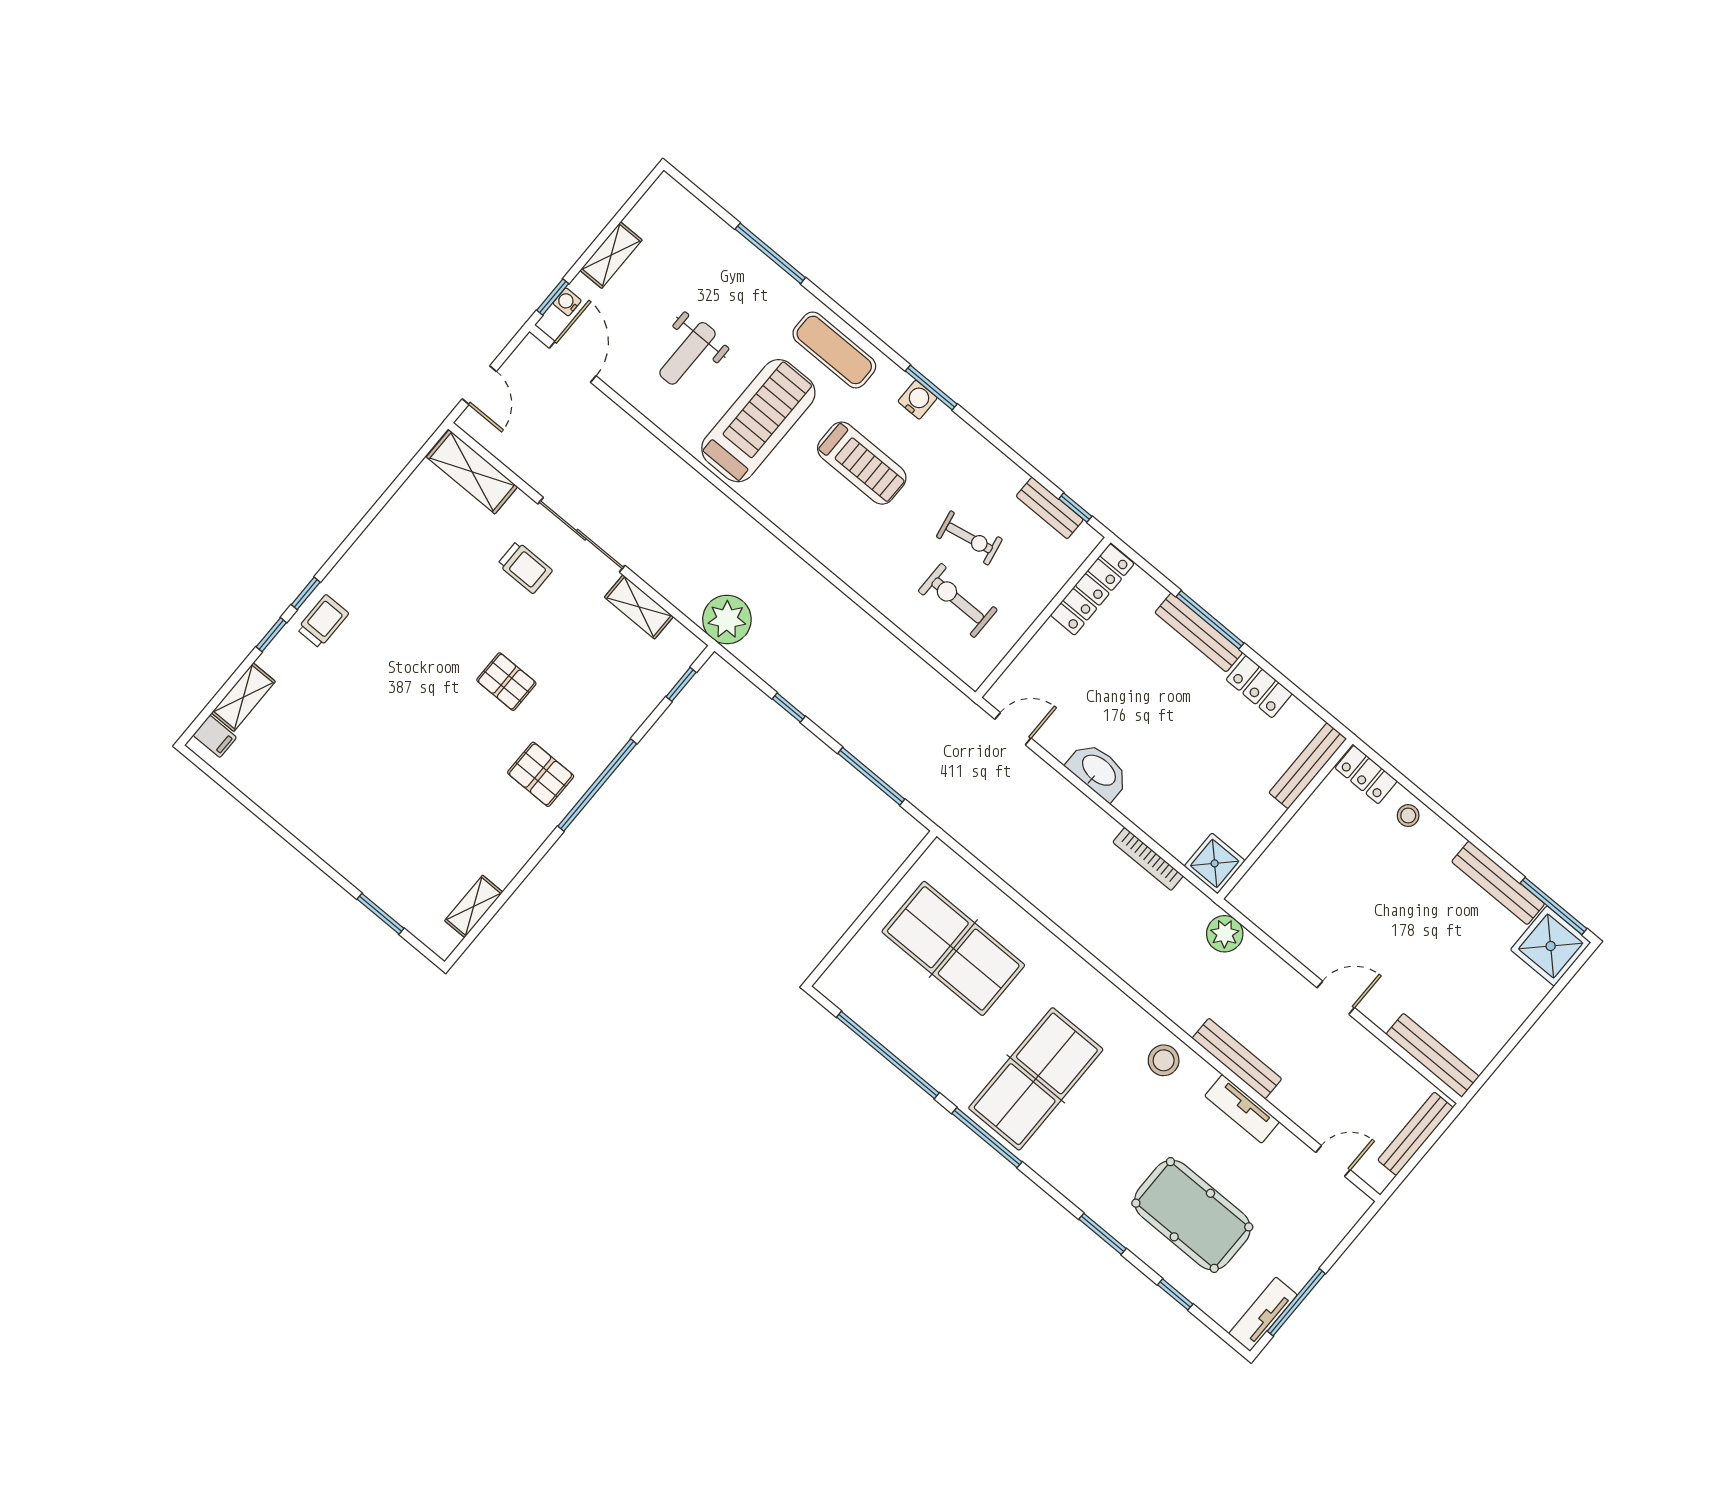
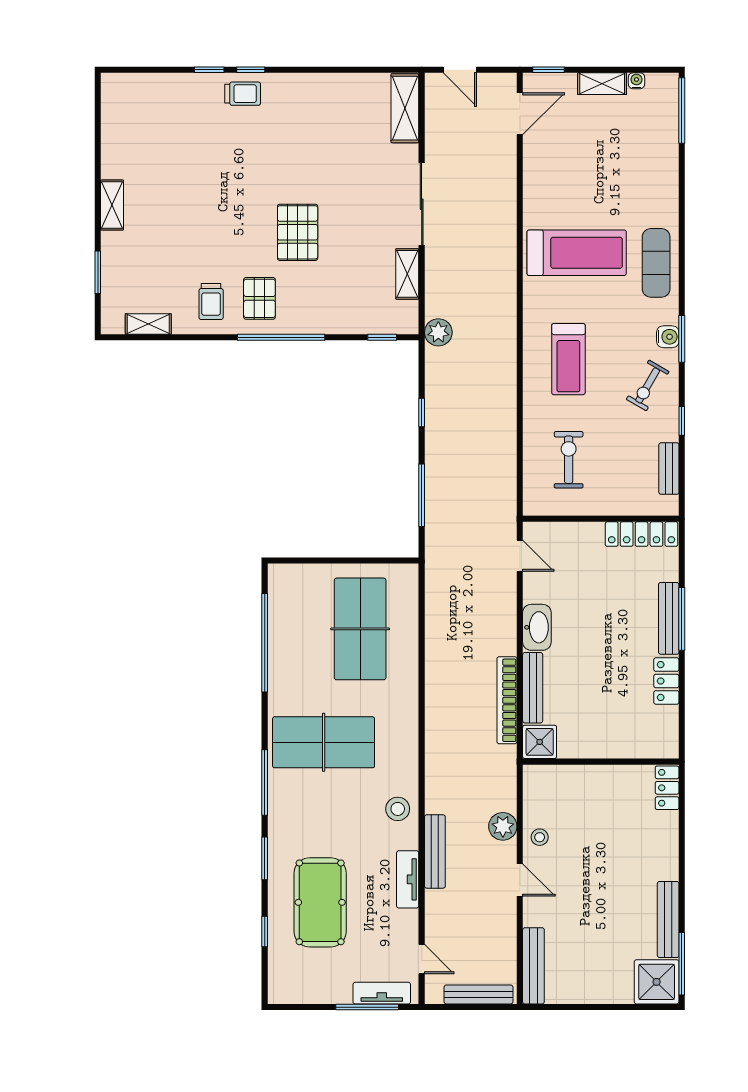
window: (770, 253) -> (682, 111), moved
water cooler: (567, 302) -> (637, 81), moved
weight bench: (687, 353) -> (582, 178), removed
door: (479, 385) -> (460, 70), hinge flipped
treadmill: (862, 463) -> (568, 359), moved
window: (1075, 508) -> (682, 421), moved
exercise bike: (969, 538) -> (648, 385), moved, turned 41
trolley: (525, 567) -> (211, 302), moved
plant: (727, 619) -> (438, 332), width x0.73, depth x0.73
pallet: (506, 682) -> (298, 232), width x1.50, depth x1.42
shelving: (243, 697) -> (112, 205), moved, turned 90
filing cabinet: (215, 736) -> (121, 86), removed
bench: (1308, 766) -> (533, 688), moved, turned 90
stool: (1408, 816) -> (540, 837), moved
bookcase: (1148, 859) -> (507, 700), width x1.48, depth x1.31
plant: (1225, 934) -> (503, 826), moved
window: (987, 1138) -> (265, 783), moved
window: (1296, 1302) -> (367, 1007), moved
tv unit: (1263, 1314) -> (382, 993), moved

